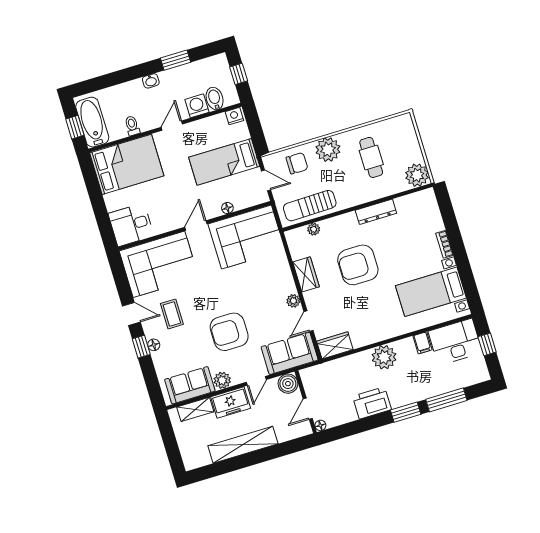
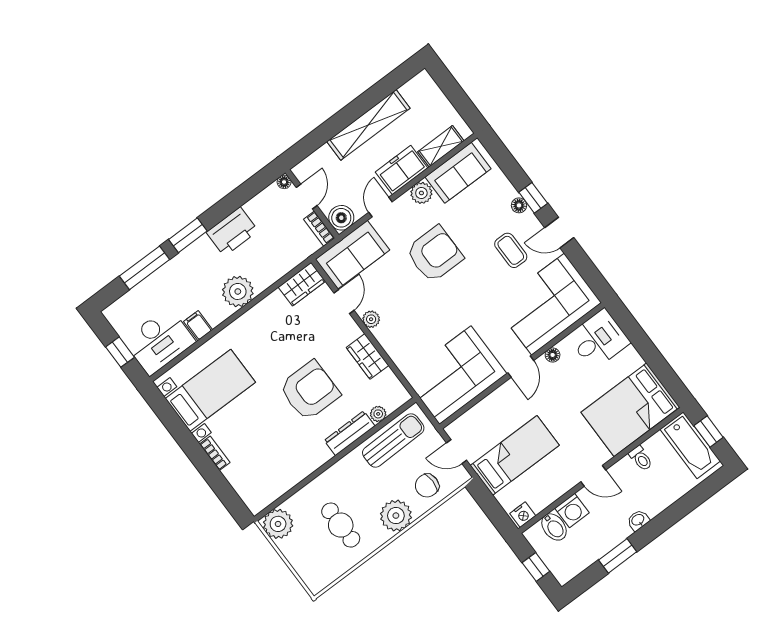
door: (172, 126) -> (593, 476), hinge flipped
floor lamp: (227, 208) -> (553, 355), moved
dresser: (376, 212) -> (350, 433), moved
bookcase: (307, 382) -> (319, 229), added

